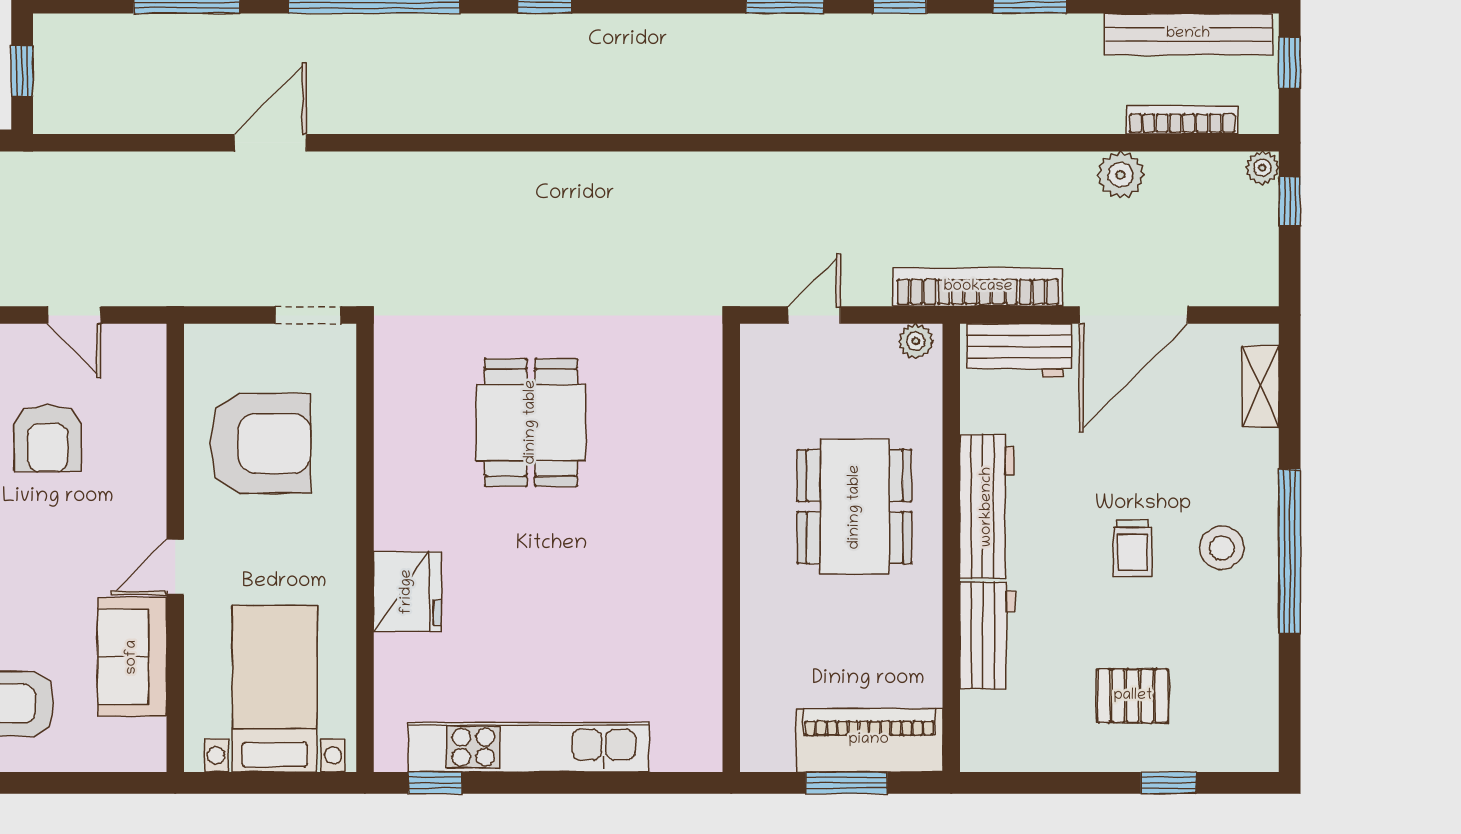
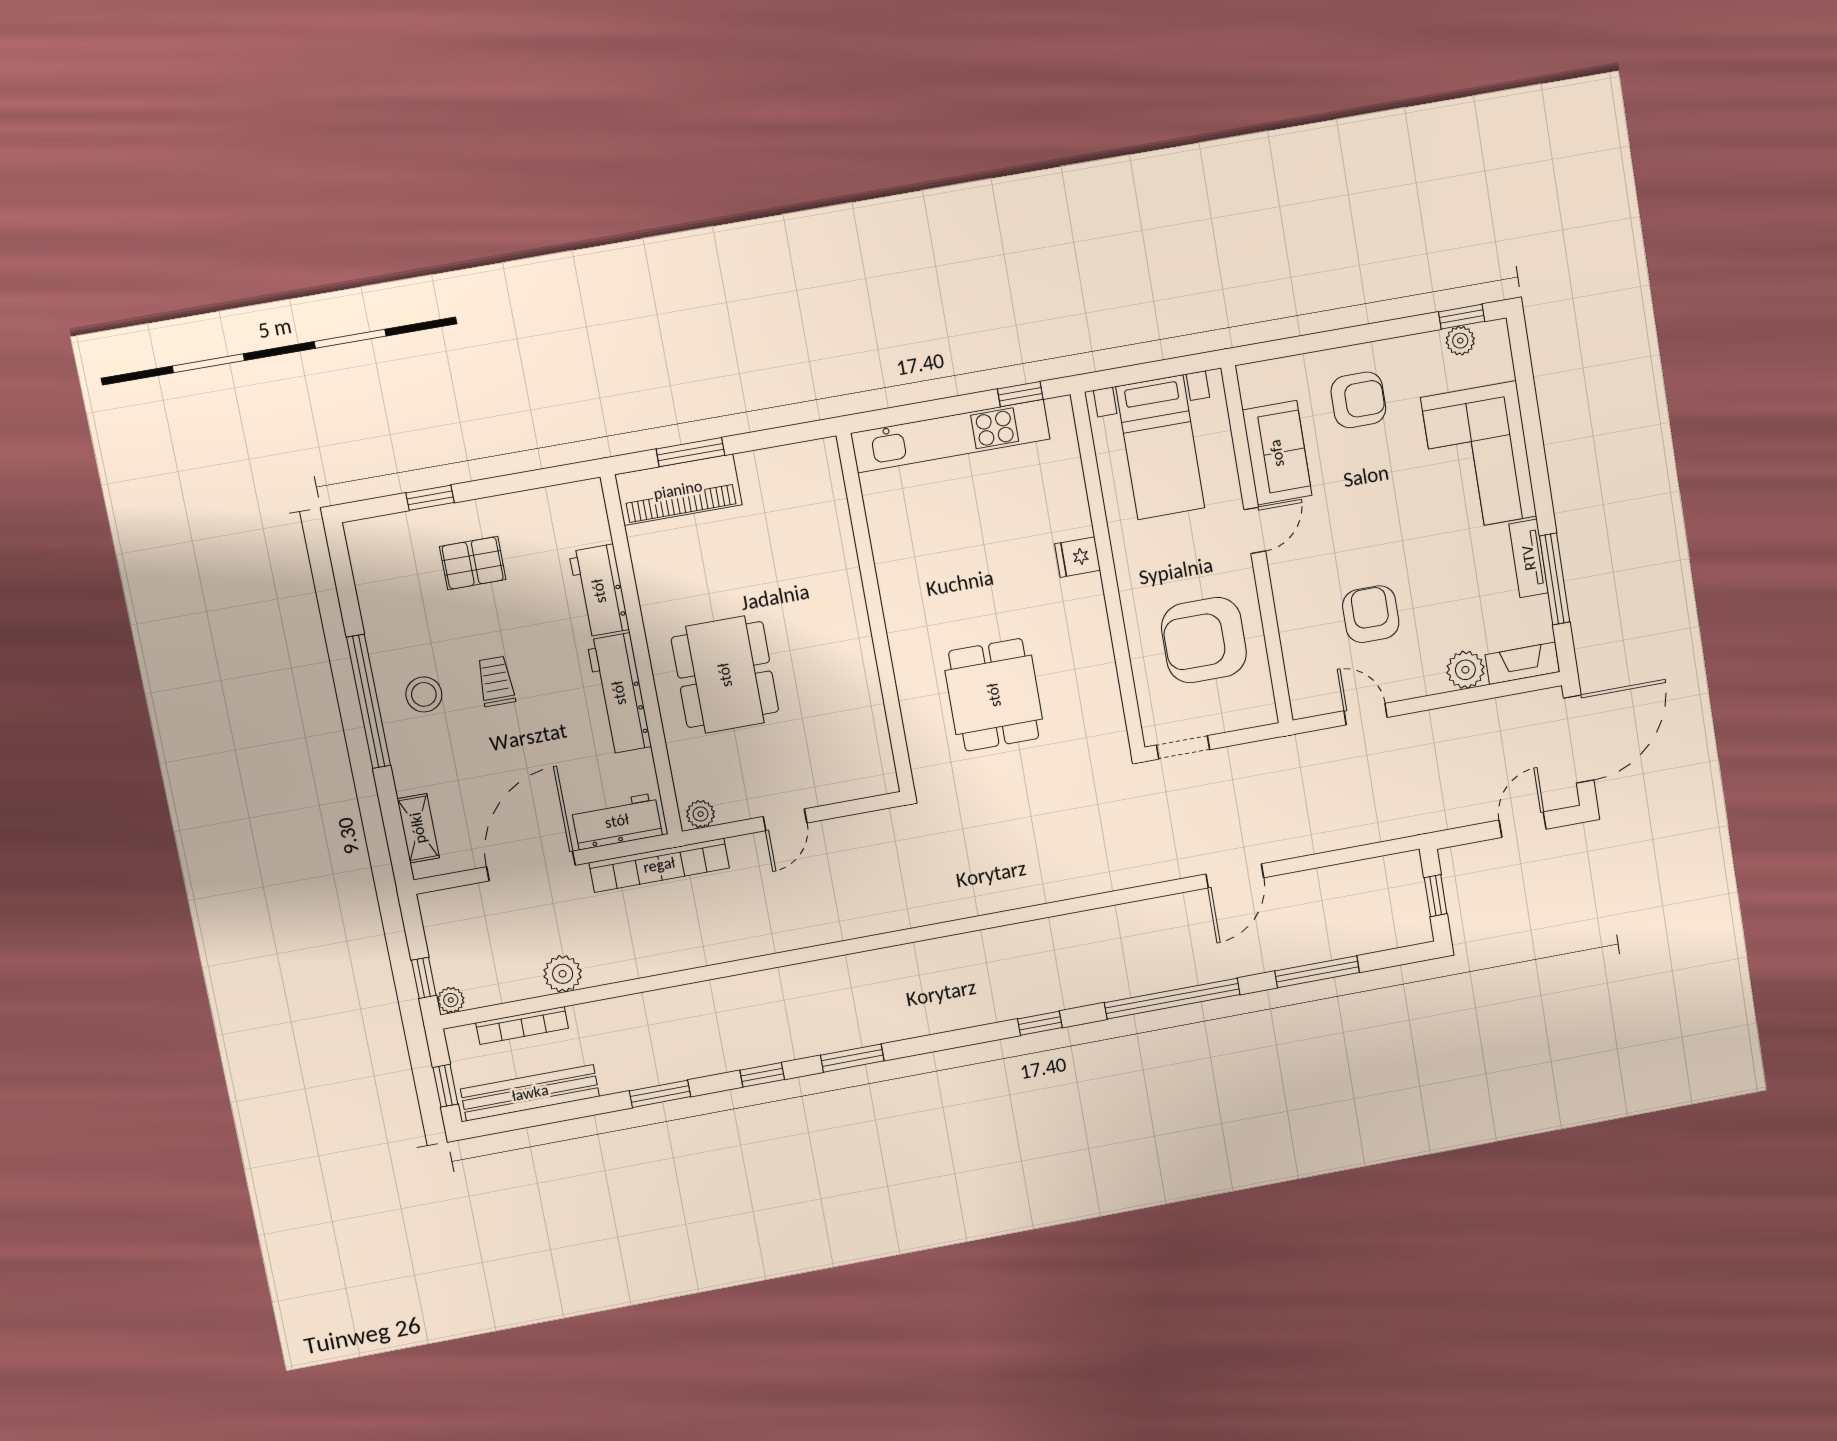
wall: (731, 548) -> (876, 614), moved
fridge: (407, 592) -> (1078, 557), width x0.53, depth x0.75

